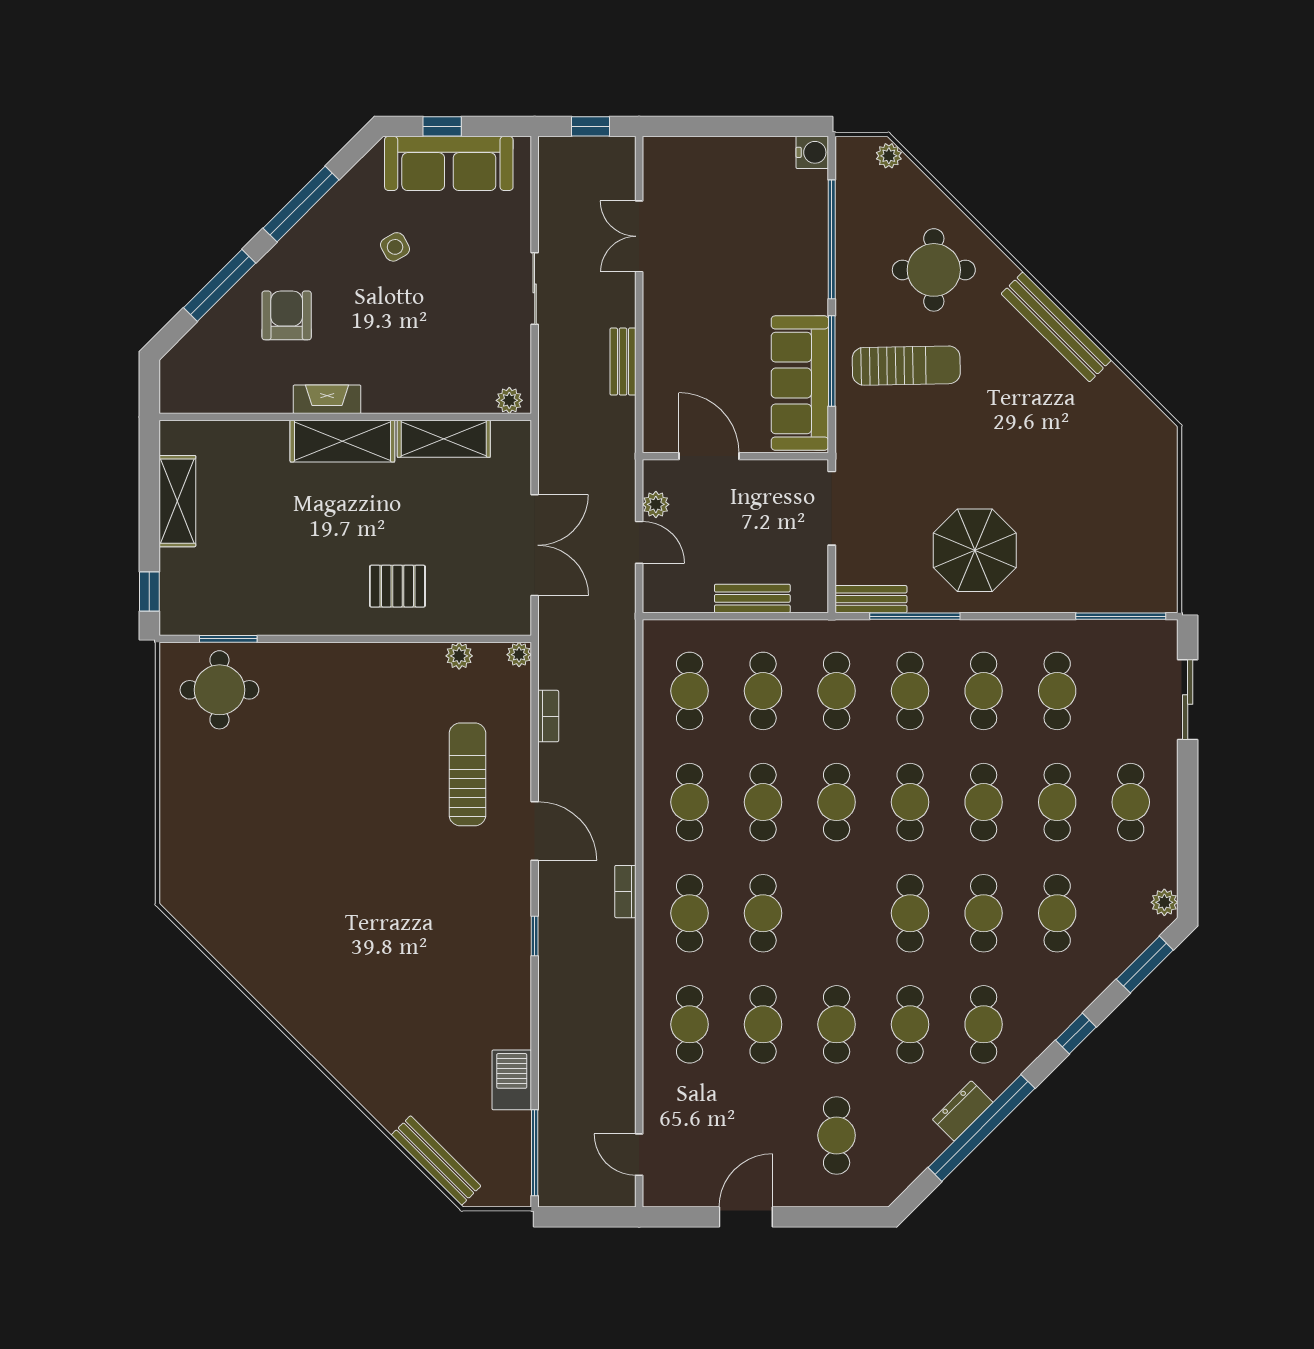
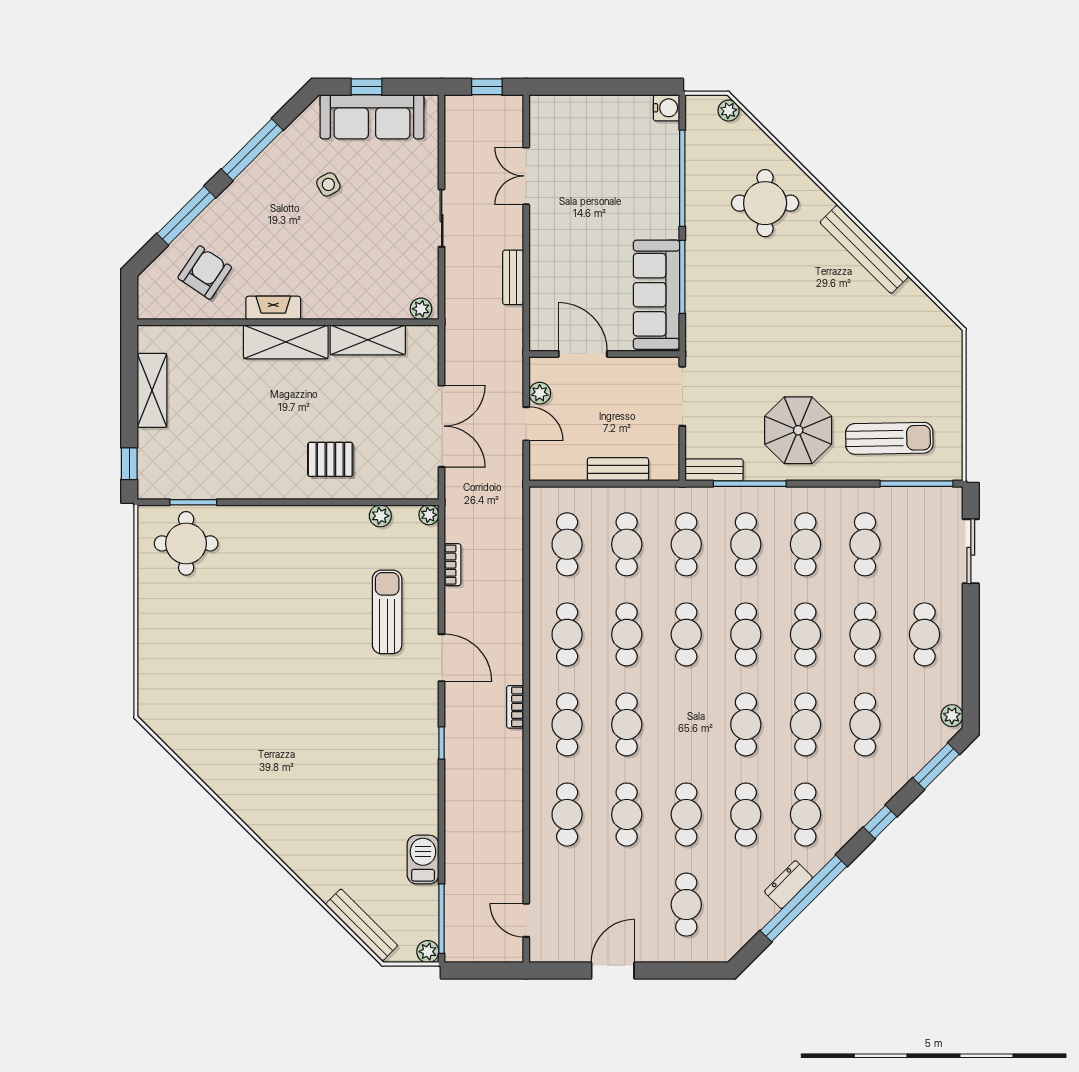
armchair: (287, 315) -> (205, 272), moved, turned 34
sun lounger: (906, 366) -> (889, 438), moved
plant: (518, 1193) -> (428, 952), added

